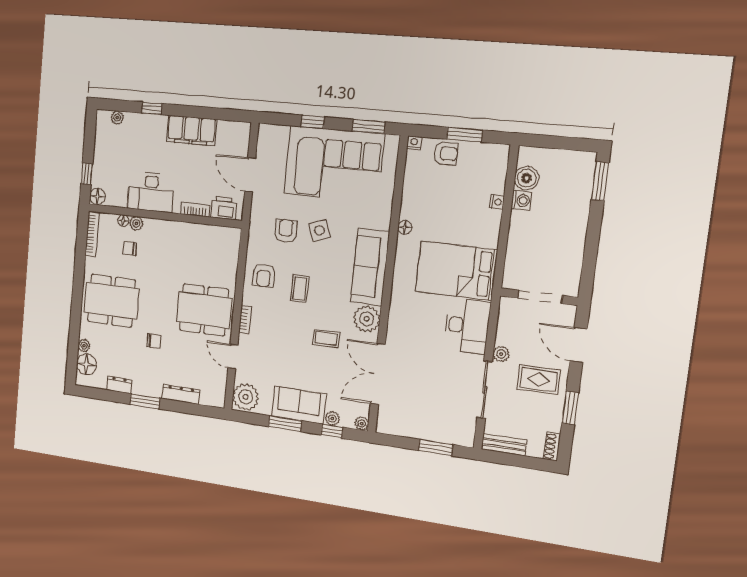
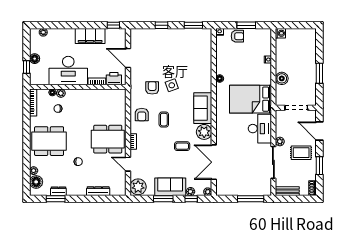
window: (152, 108) -> (113, 25), moved
corner sofa: (334, 164) -> (176, 48), removed
boiler: (527, 178) -> (282, 78), moved
window: (600, 181) -> (319, 73), moved
desk: (151, 192) -> (68, 71), width x1.36, depth x1.30
floor lamp: (97, 196) -> (35, 59), moved
washing machine: (521, 200) -> (280, 33), moved
sofa: (370, 267) -> (203, 108), width x0.73
window: (145, 401) -> (56, 199), moved
window: (436, 448) -> (251, 199), width x1.44

